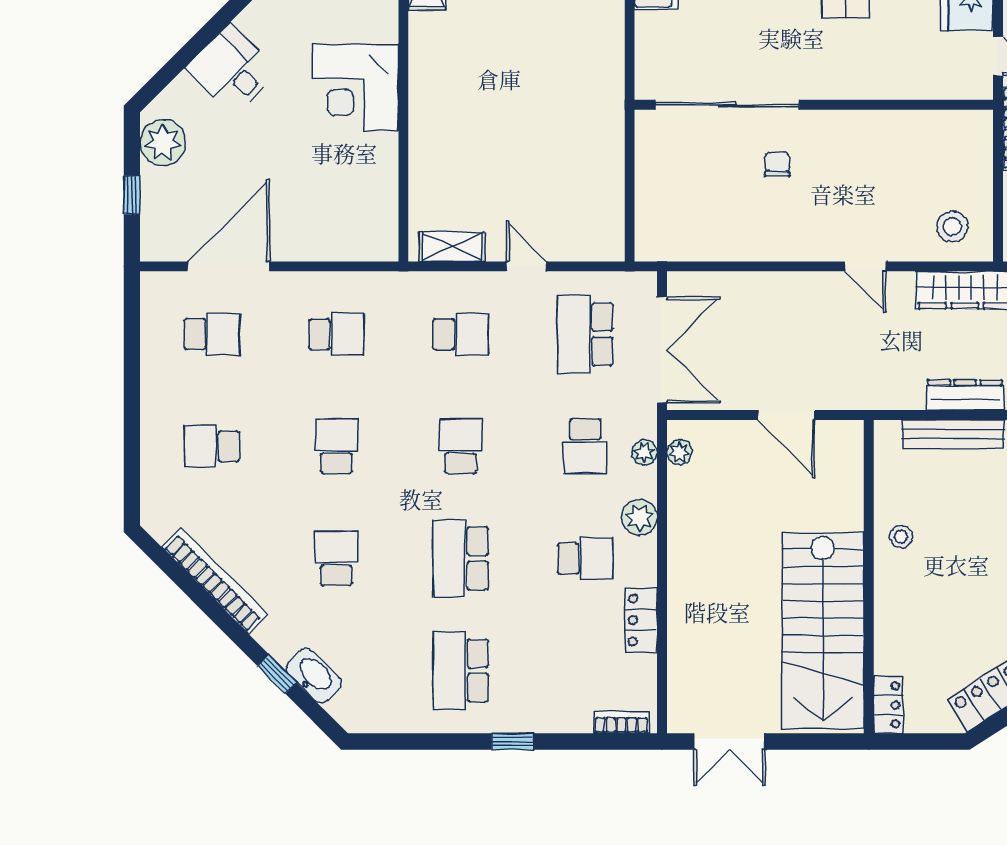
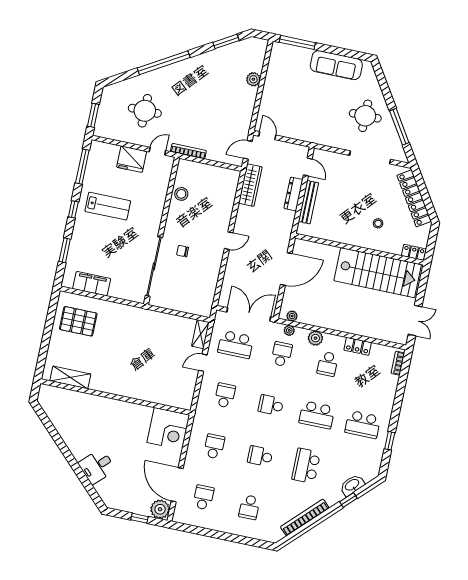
corner desk: (355, 88) -> (168, 429), moved
plant: (163, 142) -> (160, 509), moved
stool: (952, 227) -> (181, 194), moved
shelving: (452, 247) -> (200, 334), moved
door: (865, 266) -> (229, 241), moved
door: (786, 415) -> (286, 269), width x1.36
school desk: (585, 446) -> (282, 354), turned -90
stool: (901, 537) -> (378, 223), moved
school desk: (336, 558) -> (306, 466), width x1.85
school desk: (585, 558) -> (328, 364), turned 180
window: (512, 742) -> (390, 441), moved

